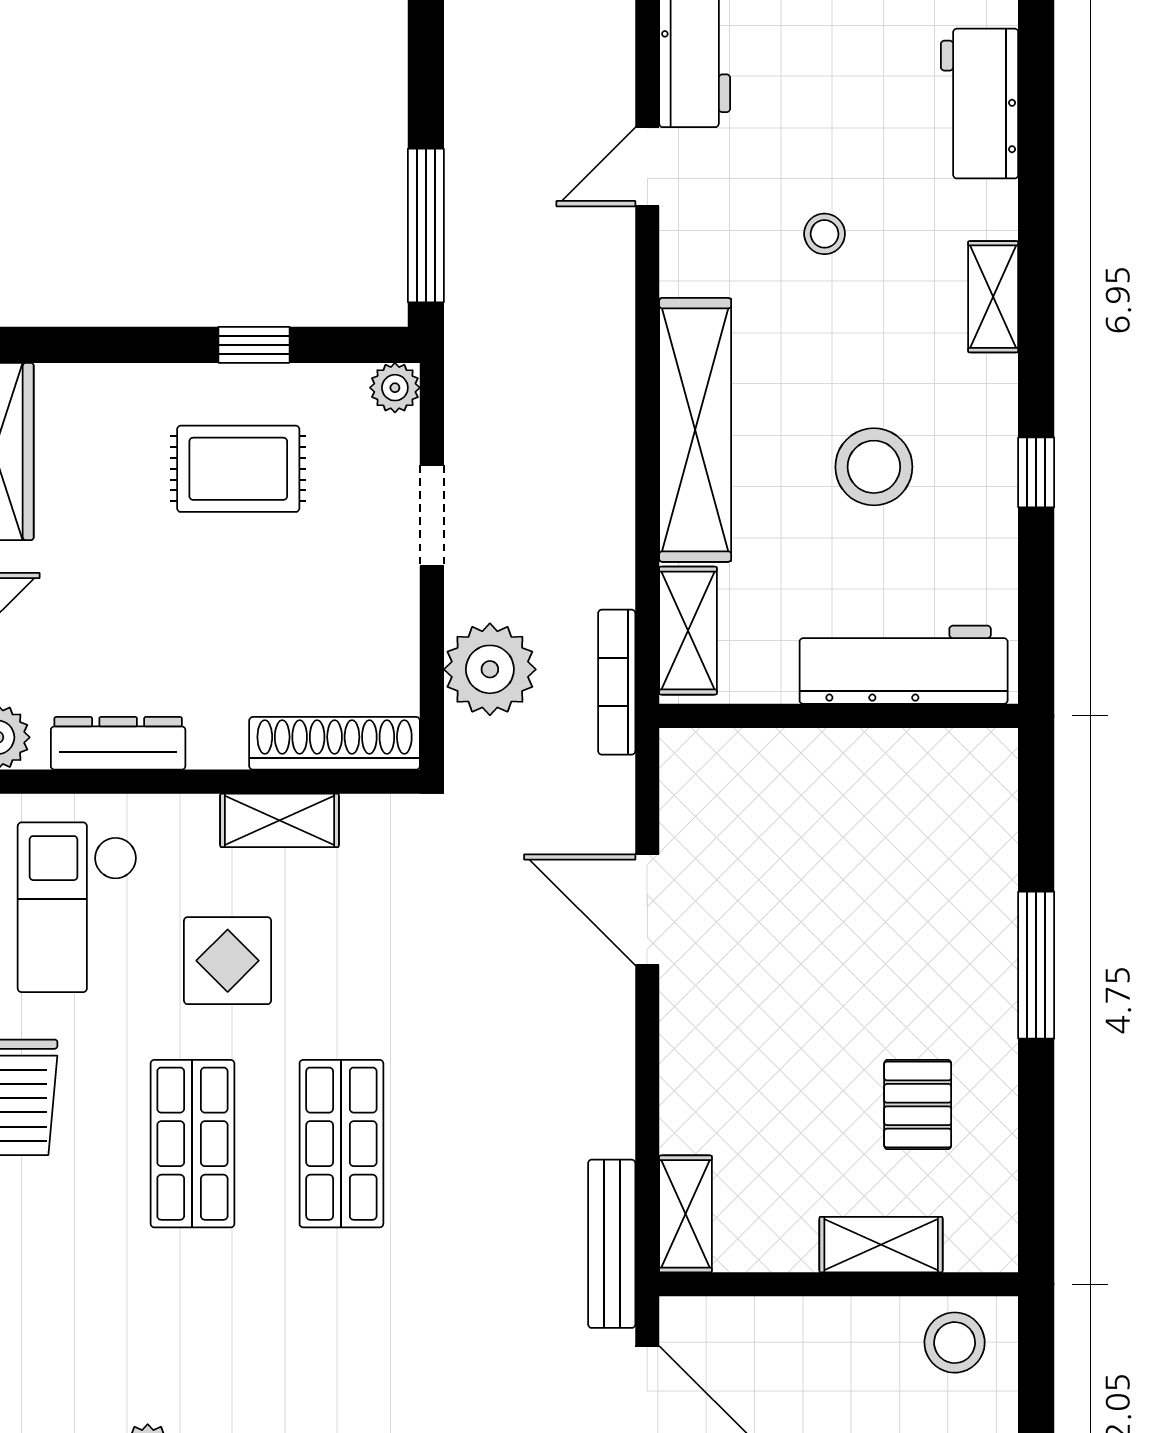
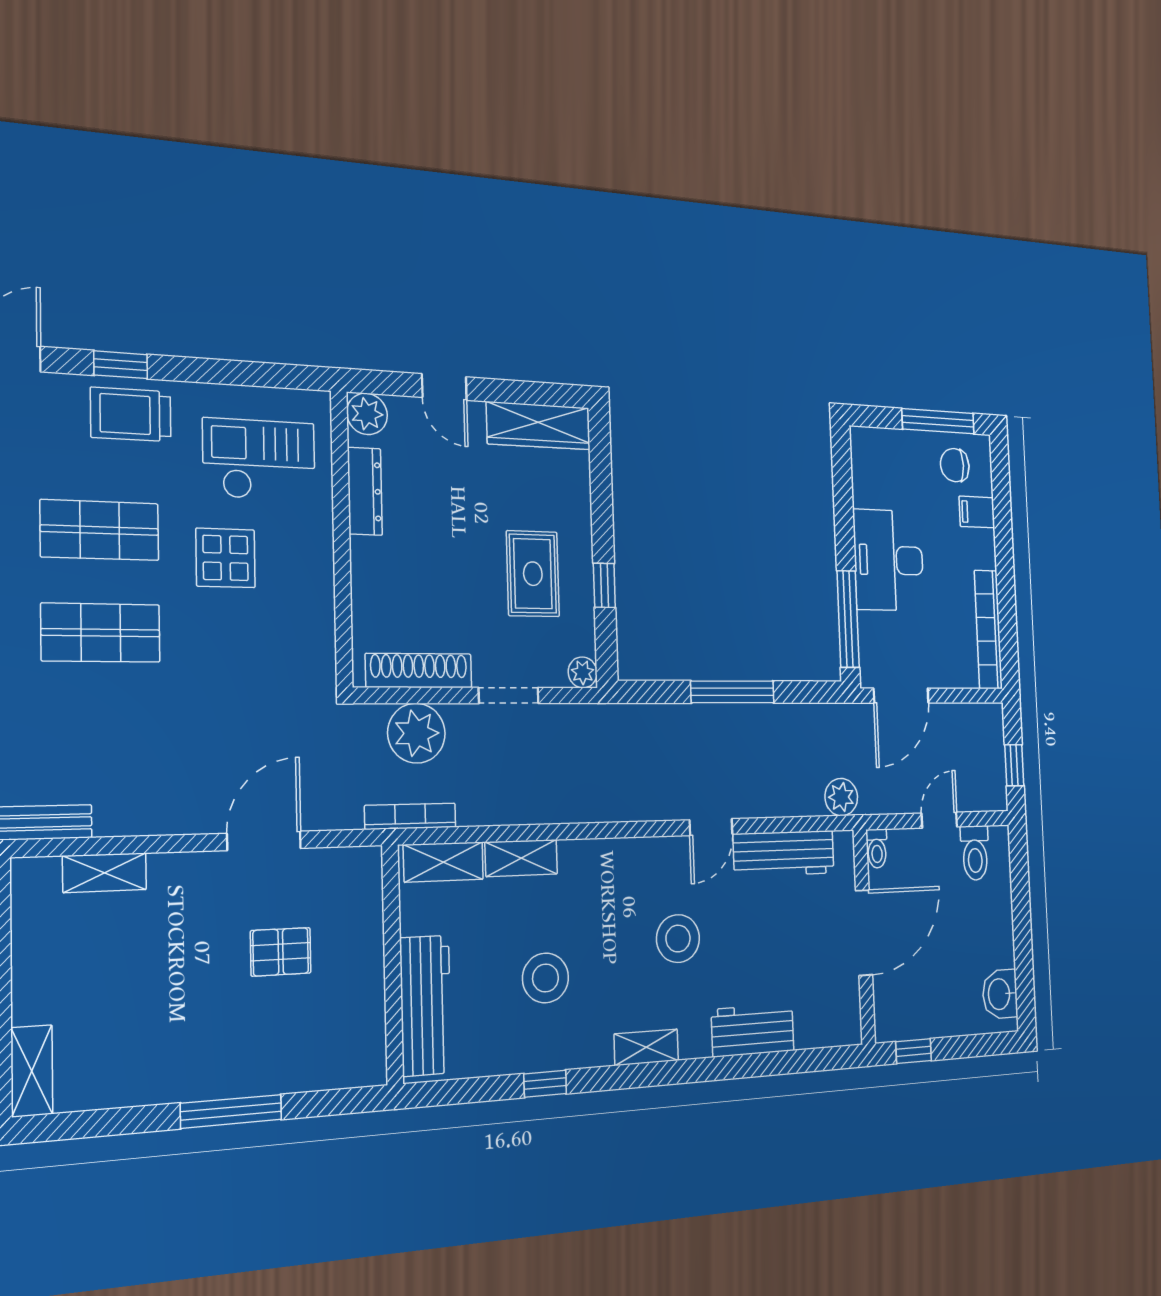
door: (647, 167) -> (711, 827), swing flipped
window: (426, 226) -> (732, 692), moved
stool: (825, 234) -> (678, 939), width x1.89, depth x1.89
shelving: (695, 430) -> (521, 858), width x0.45, depth x0.75
shoe rack: (335, 743) -> (419, 671), moved, turned -90
shelving: (280, 820) -> (318, 595), removed
pallet: (918, 1105) -> (281, 952), moved
shelving: (685, 1214) -> (105, 873), moved
shelving: (881, 1245) -> (32, 1071), moved

